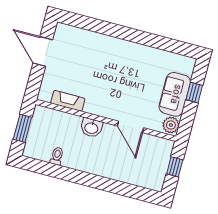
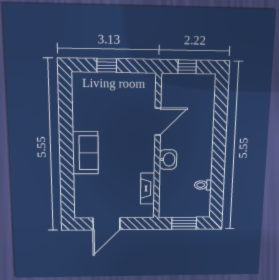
sofa: (175, 94) -> (85, 153), moved, turned -90
plant: (171, 125) -> (146, 81), removed

